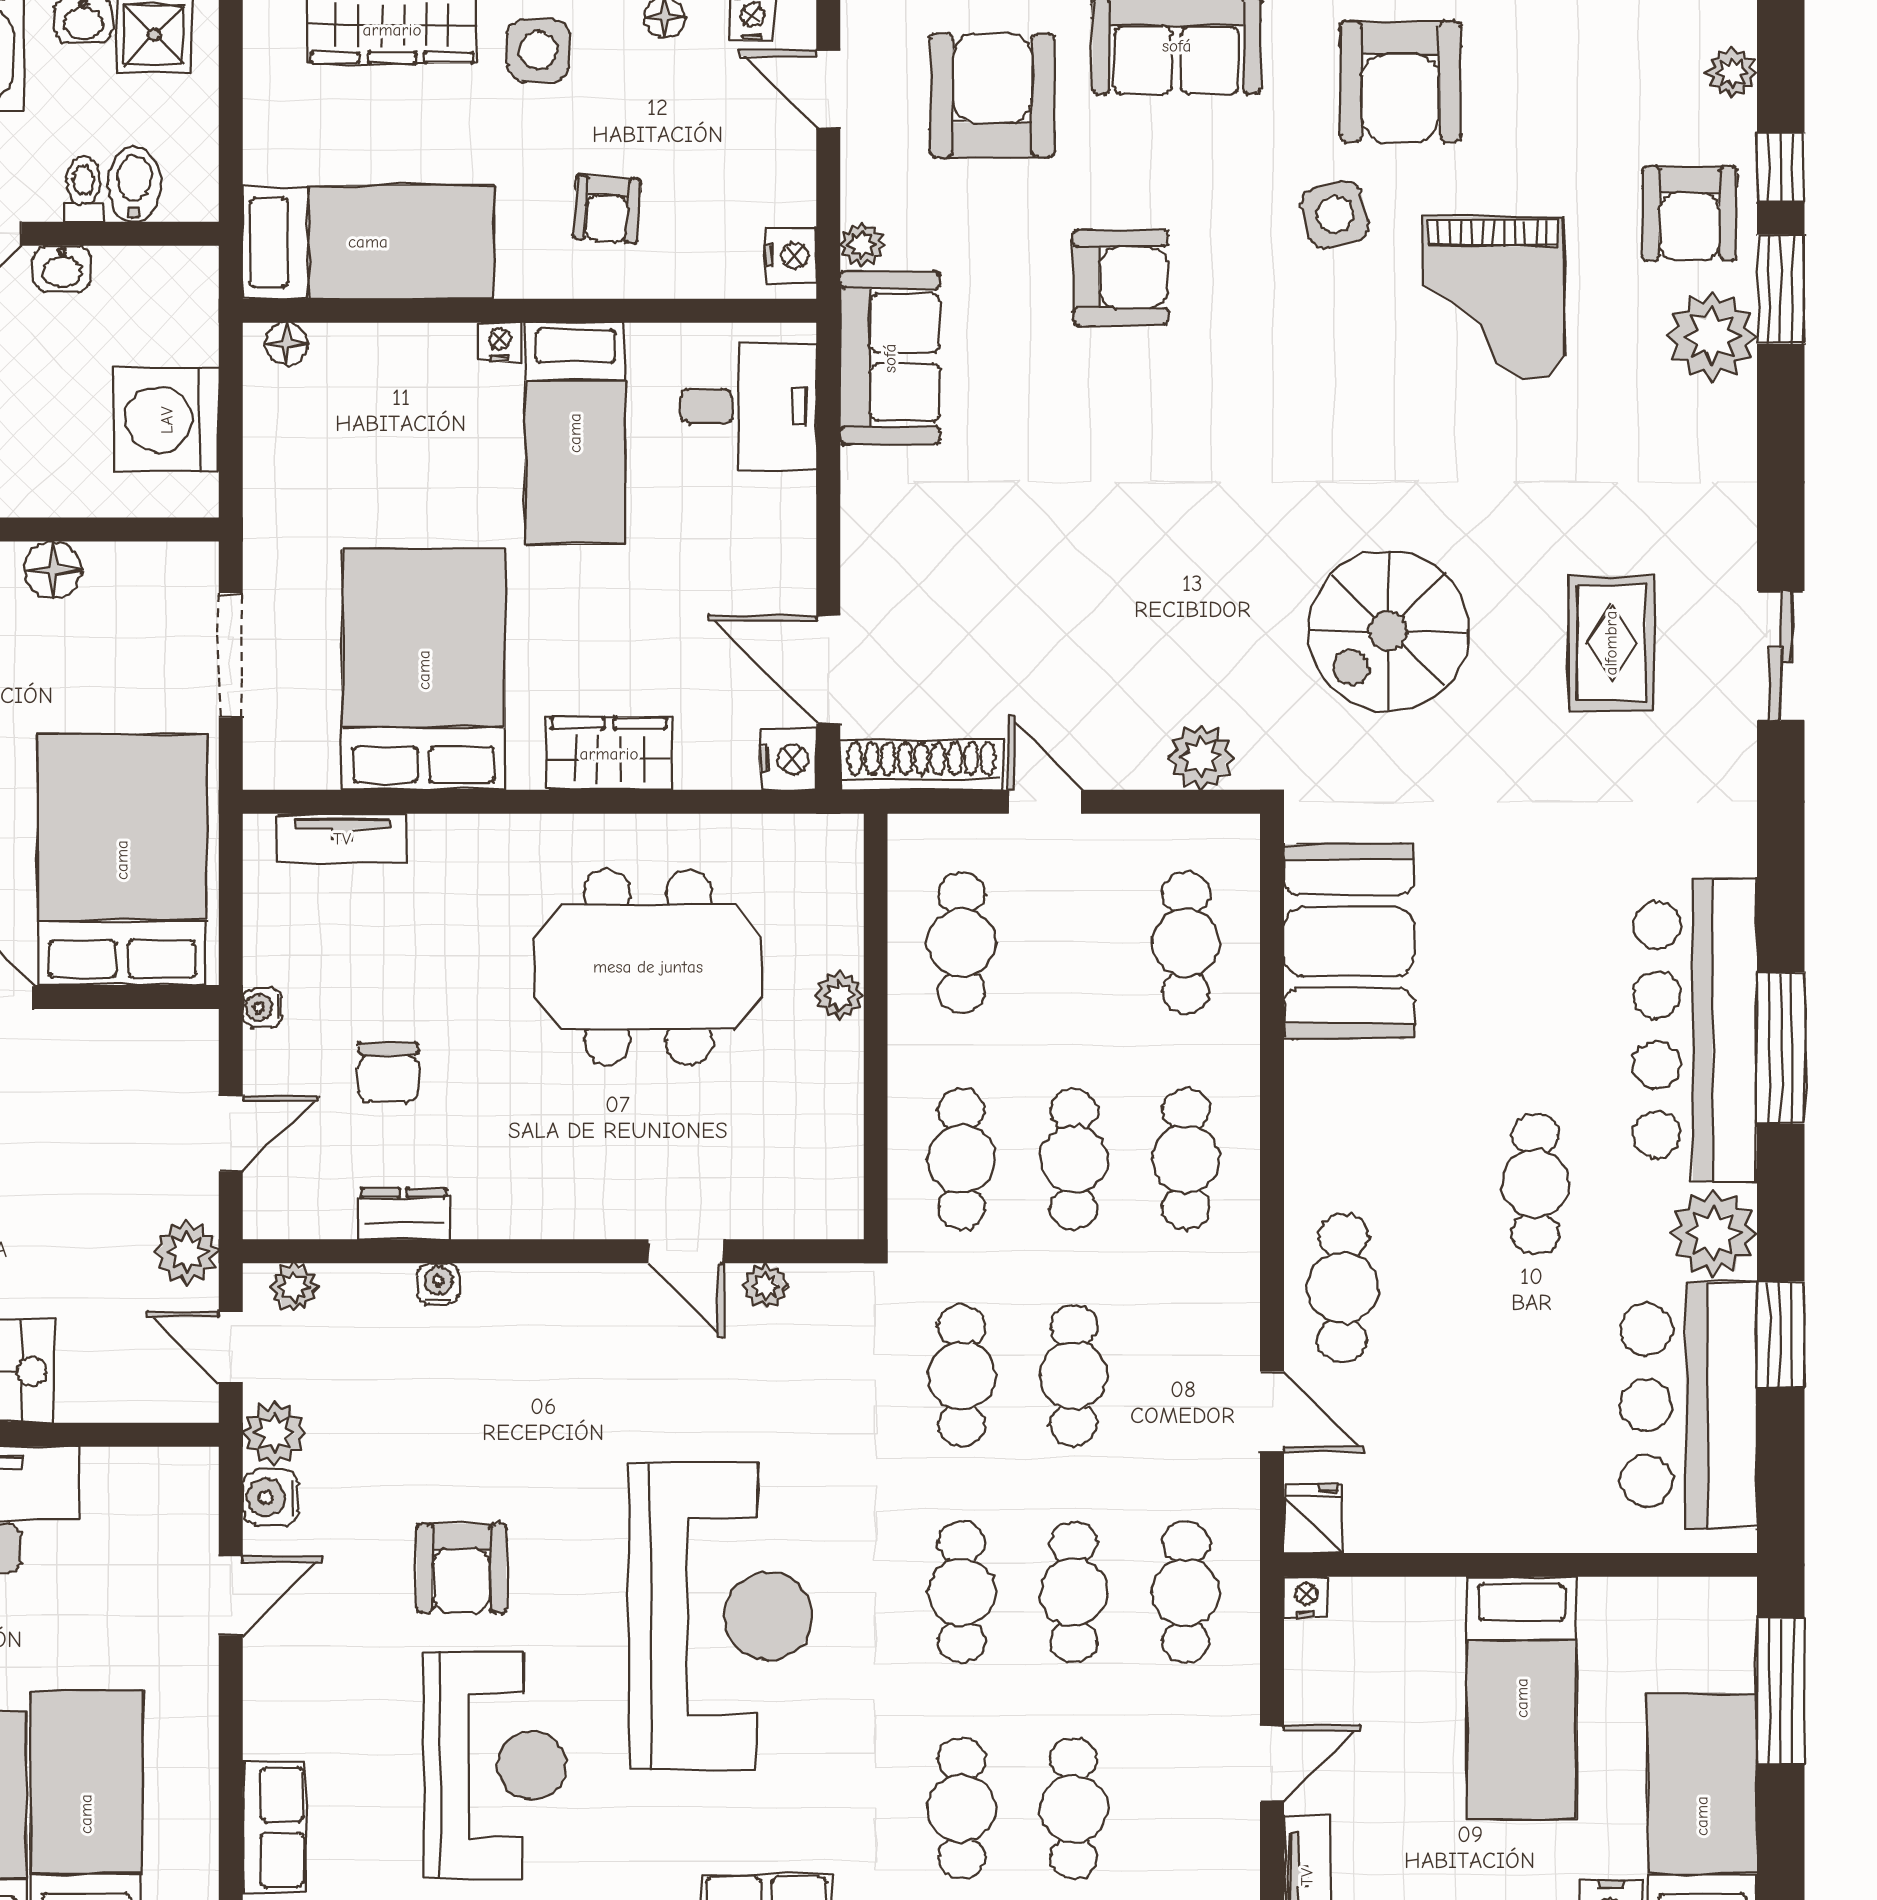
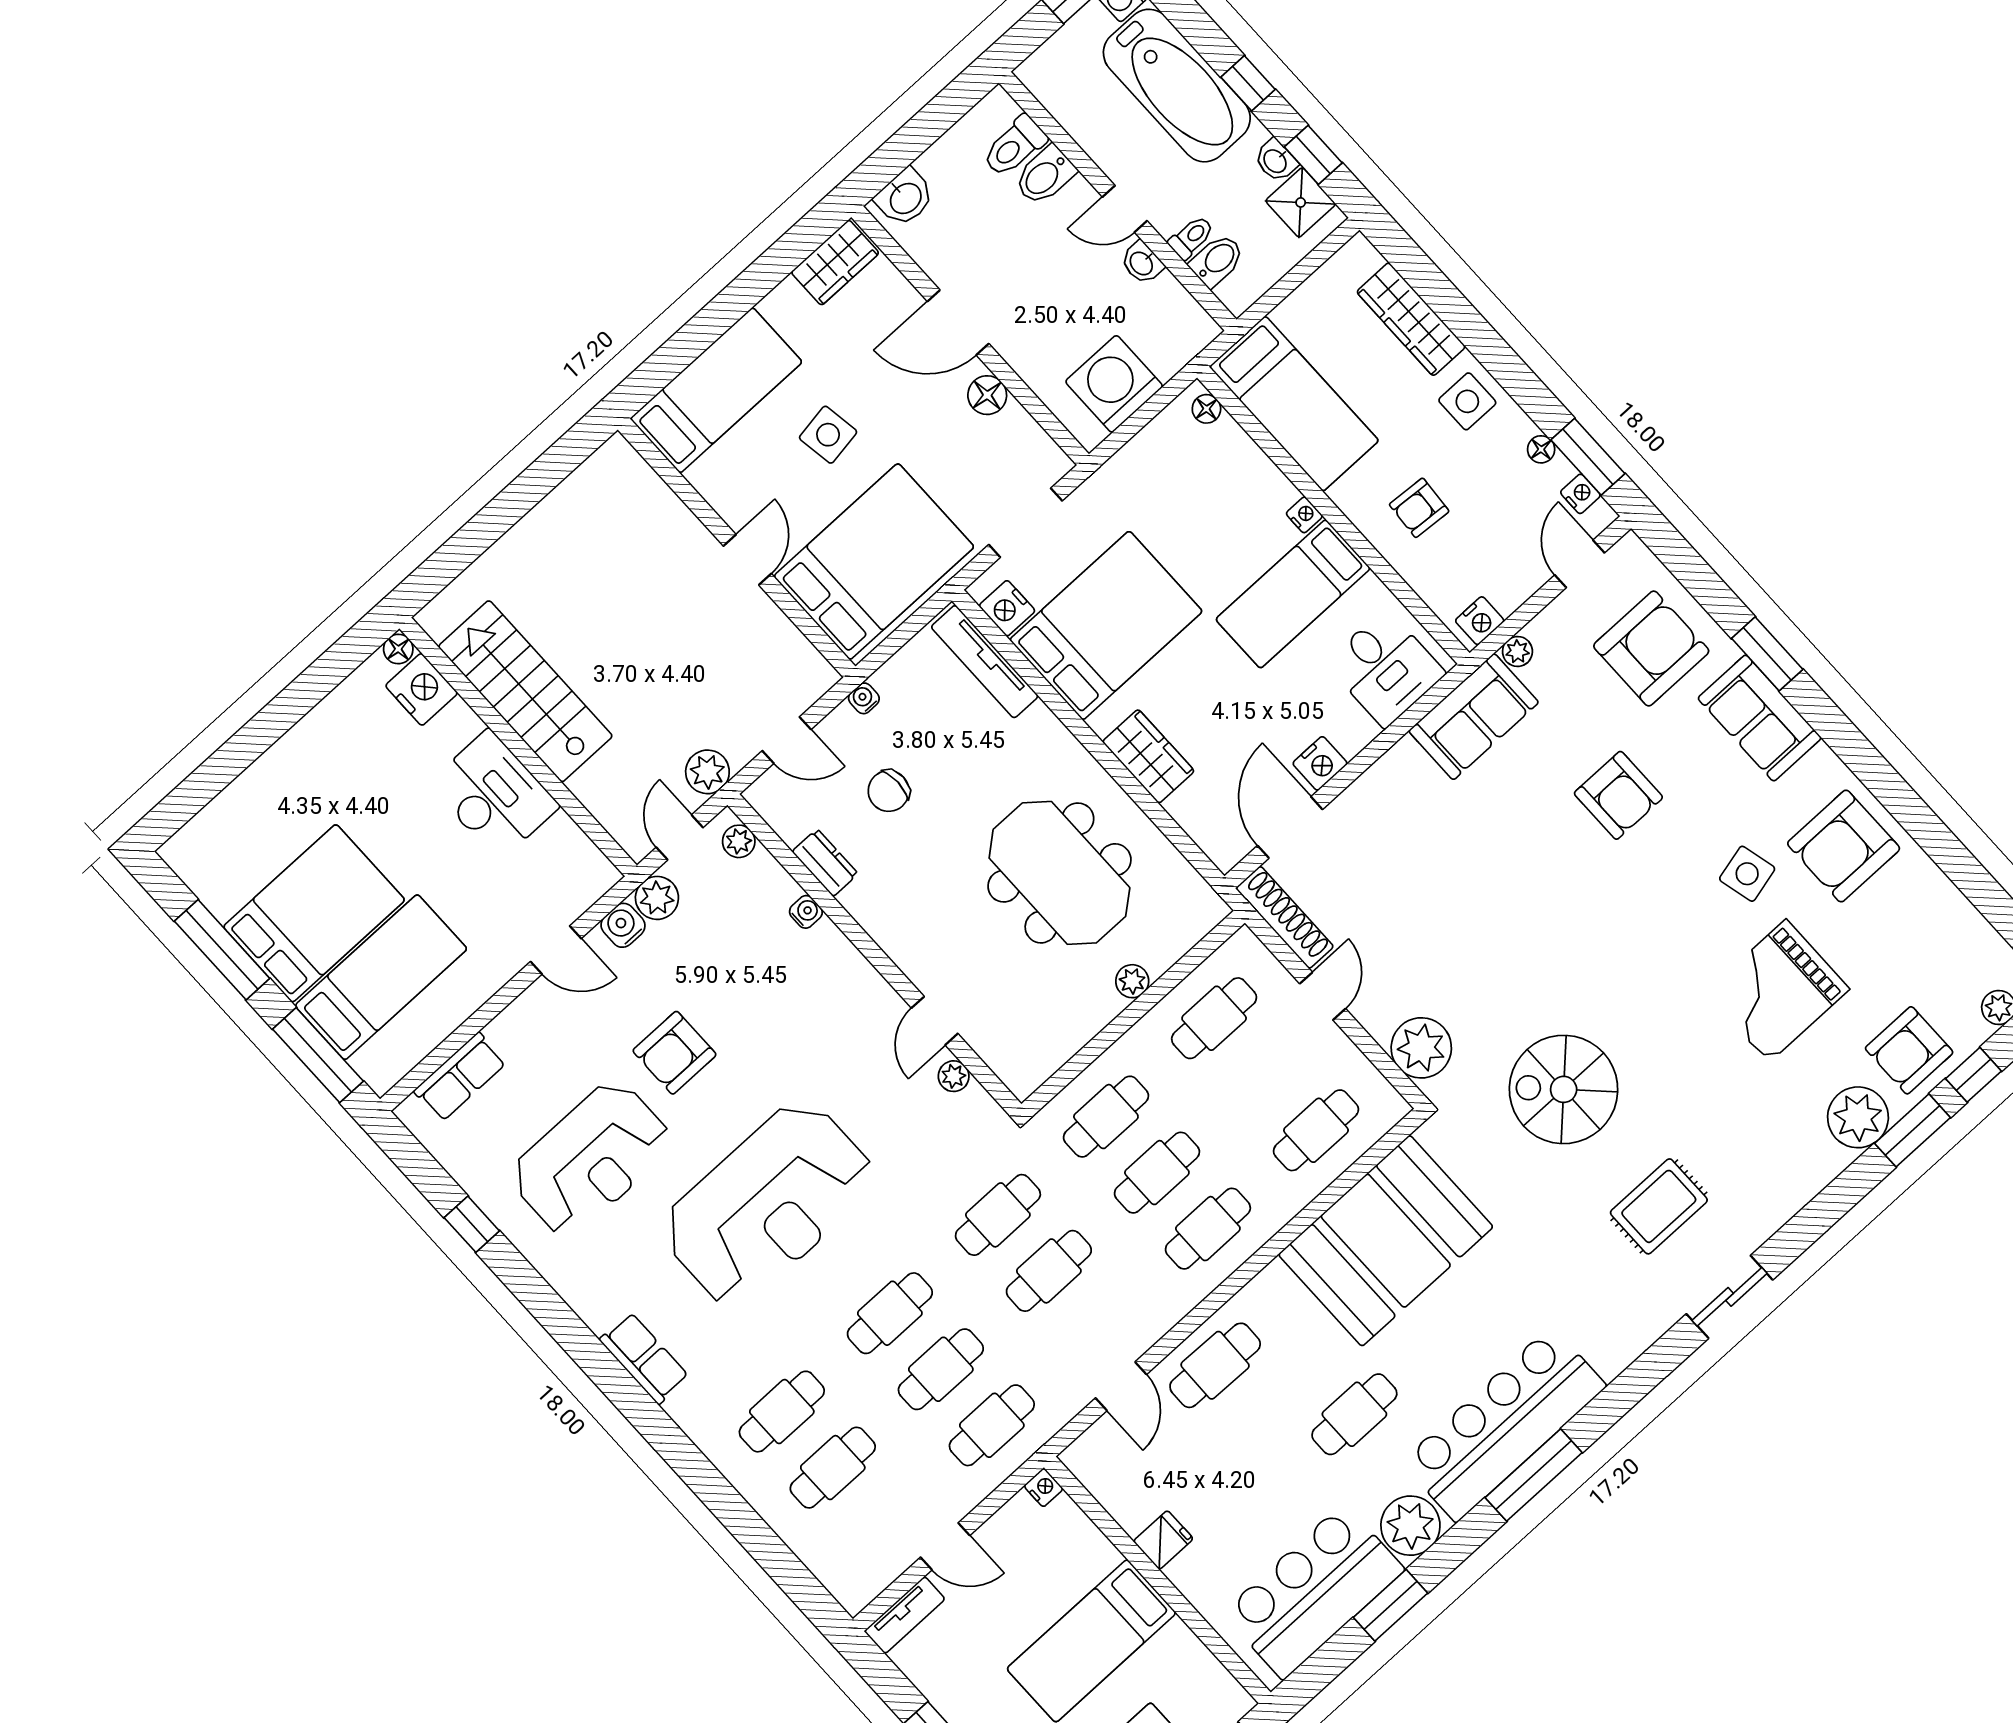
plant: (1201, 757) -> (1421, 1048), width x1.36, depth x1.36
nightstand: (788, 759) -> (1320, 763), moved
nightstand: (306, 761) -> (1007, 608), added
tv unit: (342, 839) -> (985, 662), width x1.41
booth: (1349, 941) -> (1386, 1241), width x1.36, depth x1.42
fridge: (1313, 1518) -> (1163, 1540), moved

